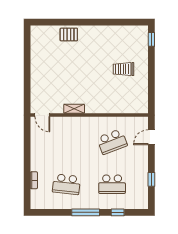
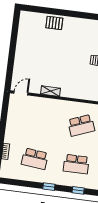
door: (42, 115) -> (21, 93), swing flipped
window: (86, 212) -> (49, 187), width x0.46

